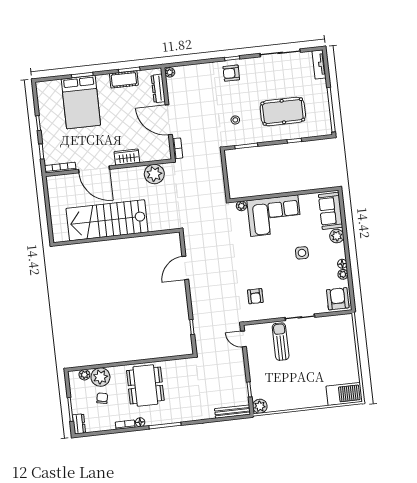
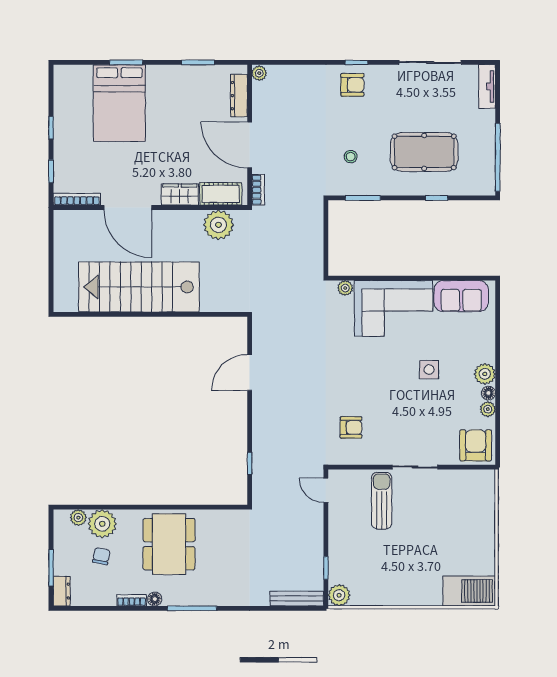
armchair: (231, 73) -> (352, 85), turned 180
cot: (124, 79) -> (221, 194), moved
sofa: (331, 211) -> (461, 296), moved, turned -90
plant: (337, 236) -> (485, 374), moved
armchair: (255, 296) -> (351, 427), turned -90

